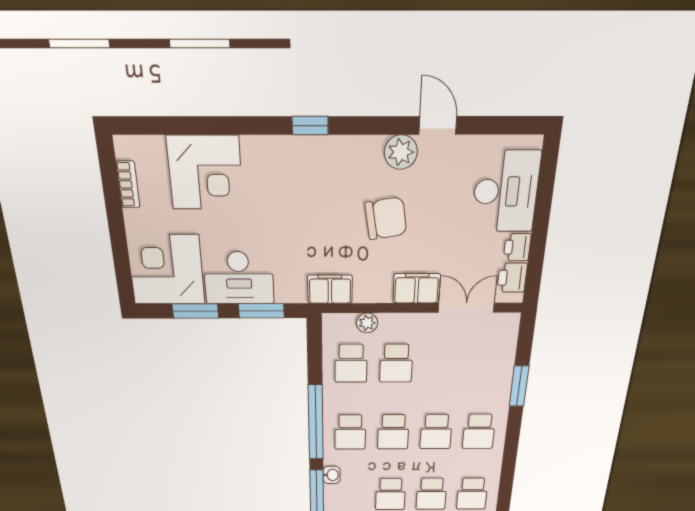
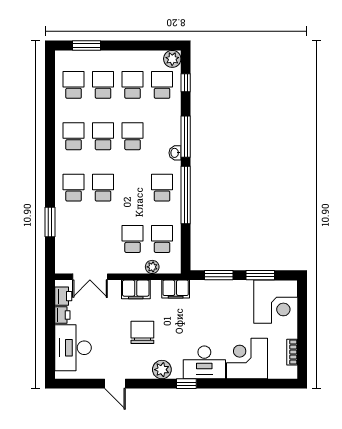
plant: (401, 152) -> (162, 370), moved
chair: (386, 218) -> (142, 332), turned 99
desk: (239, 278) -> (204, 362), moved, turned 180
filing cabinet: (417, 288) -> (136, 289), moved
school desk: (393, 432) -> (133, 188), removed

